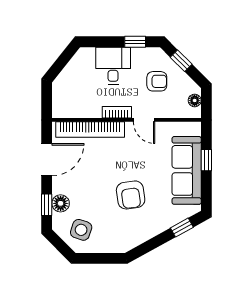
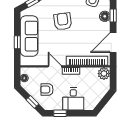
plant: (62, 108) -> (104, 74), added

